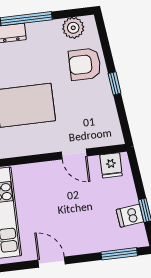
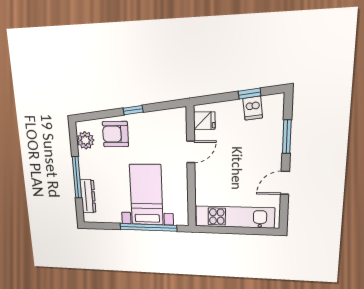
armchair: (85, 64) -> (115, 134), turned 90
window: (119, 254) -> (287, 137), moved

